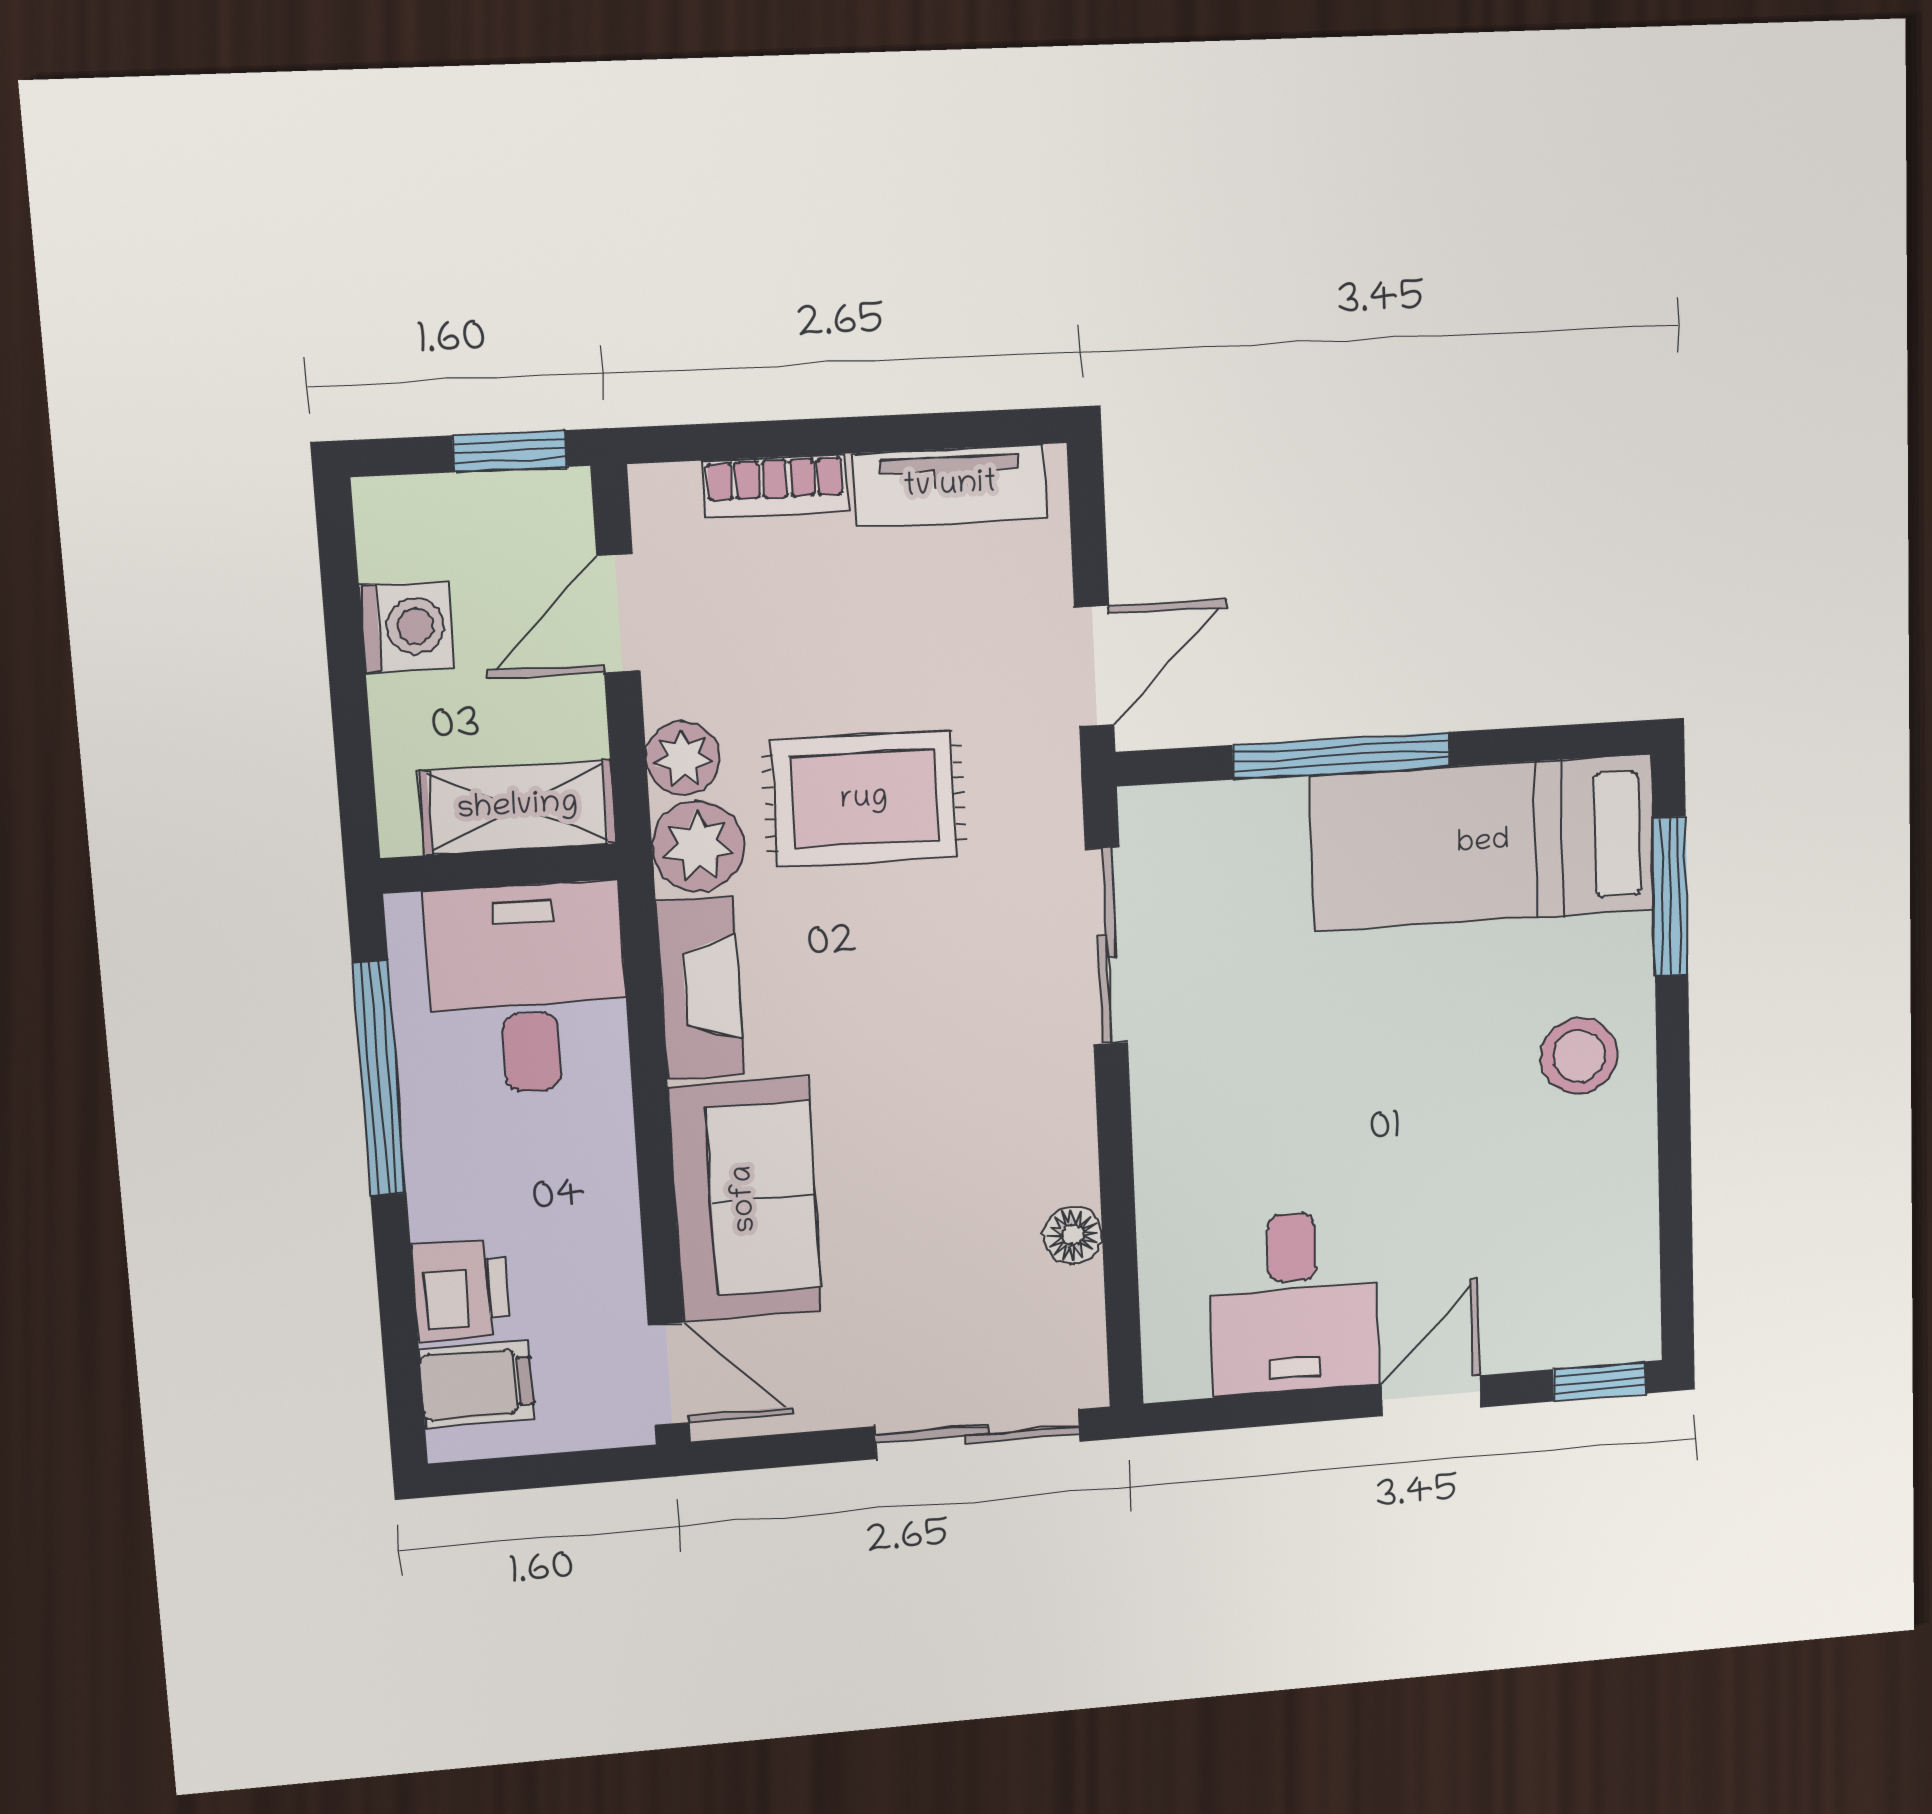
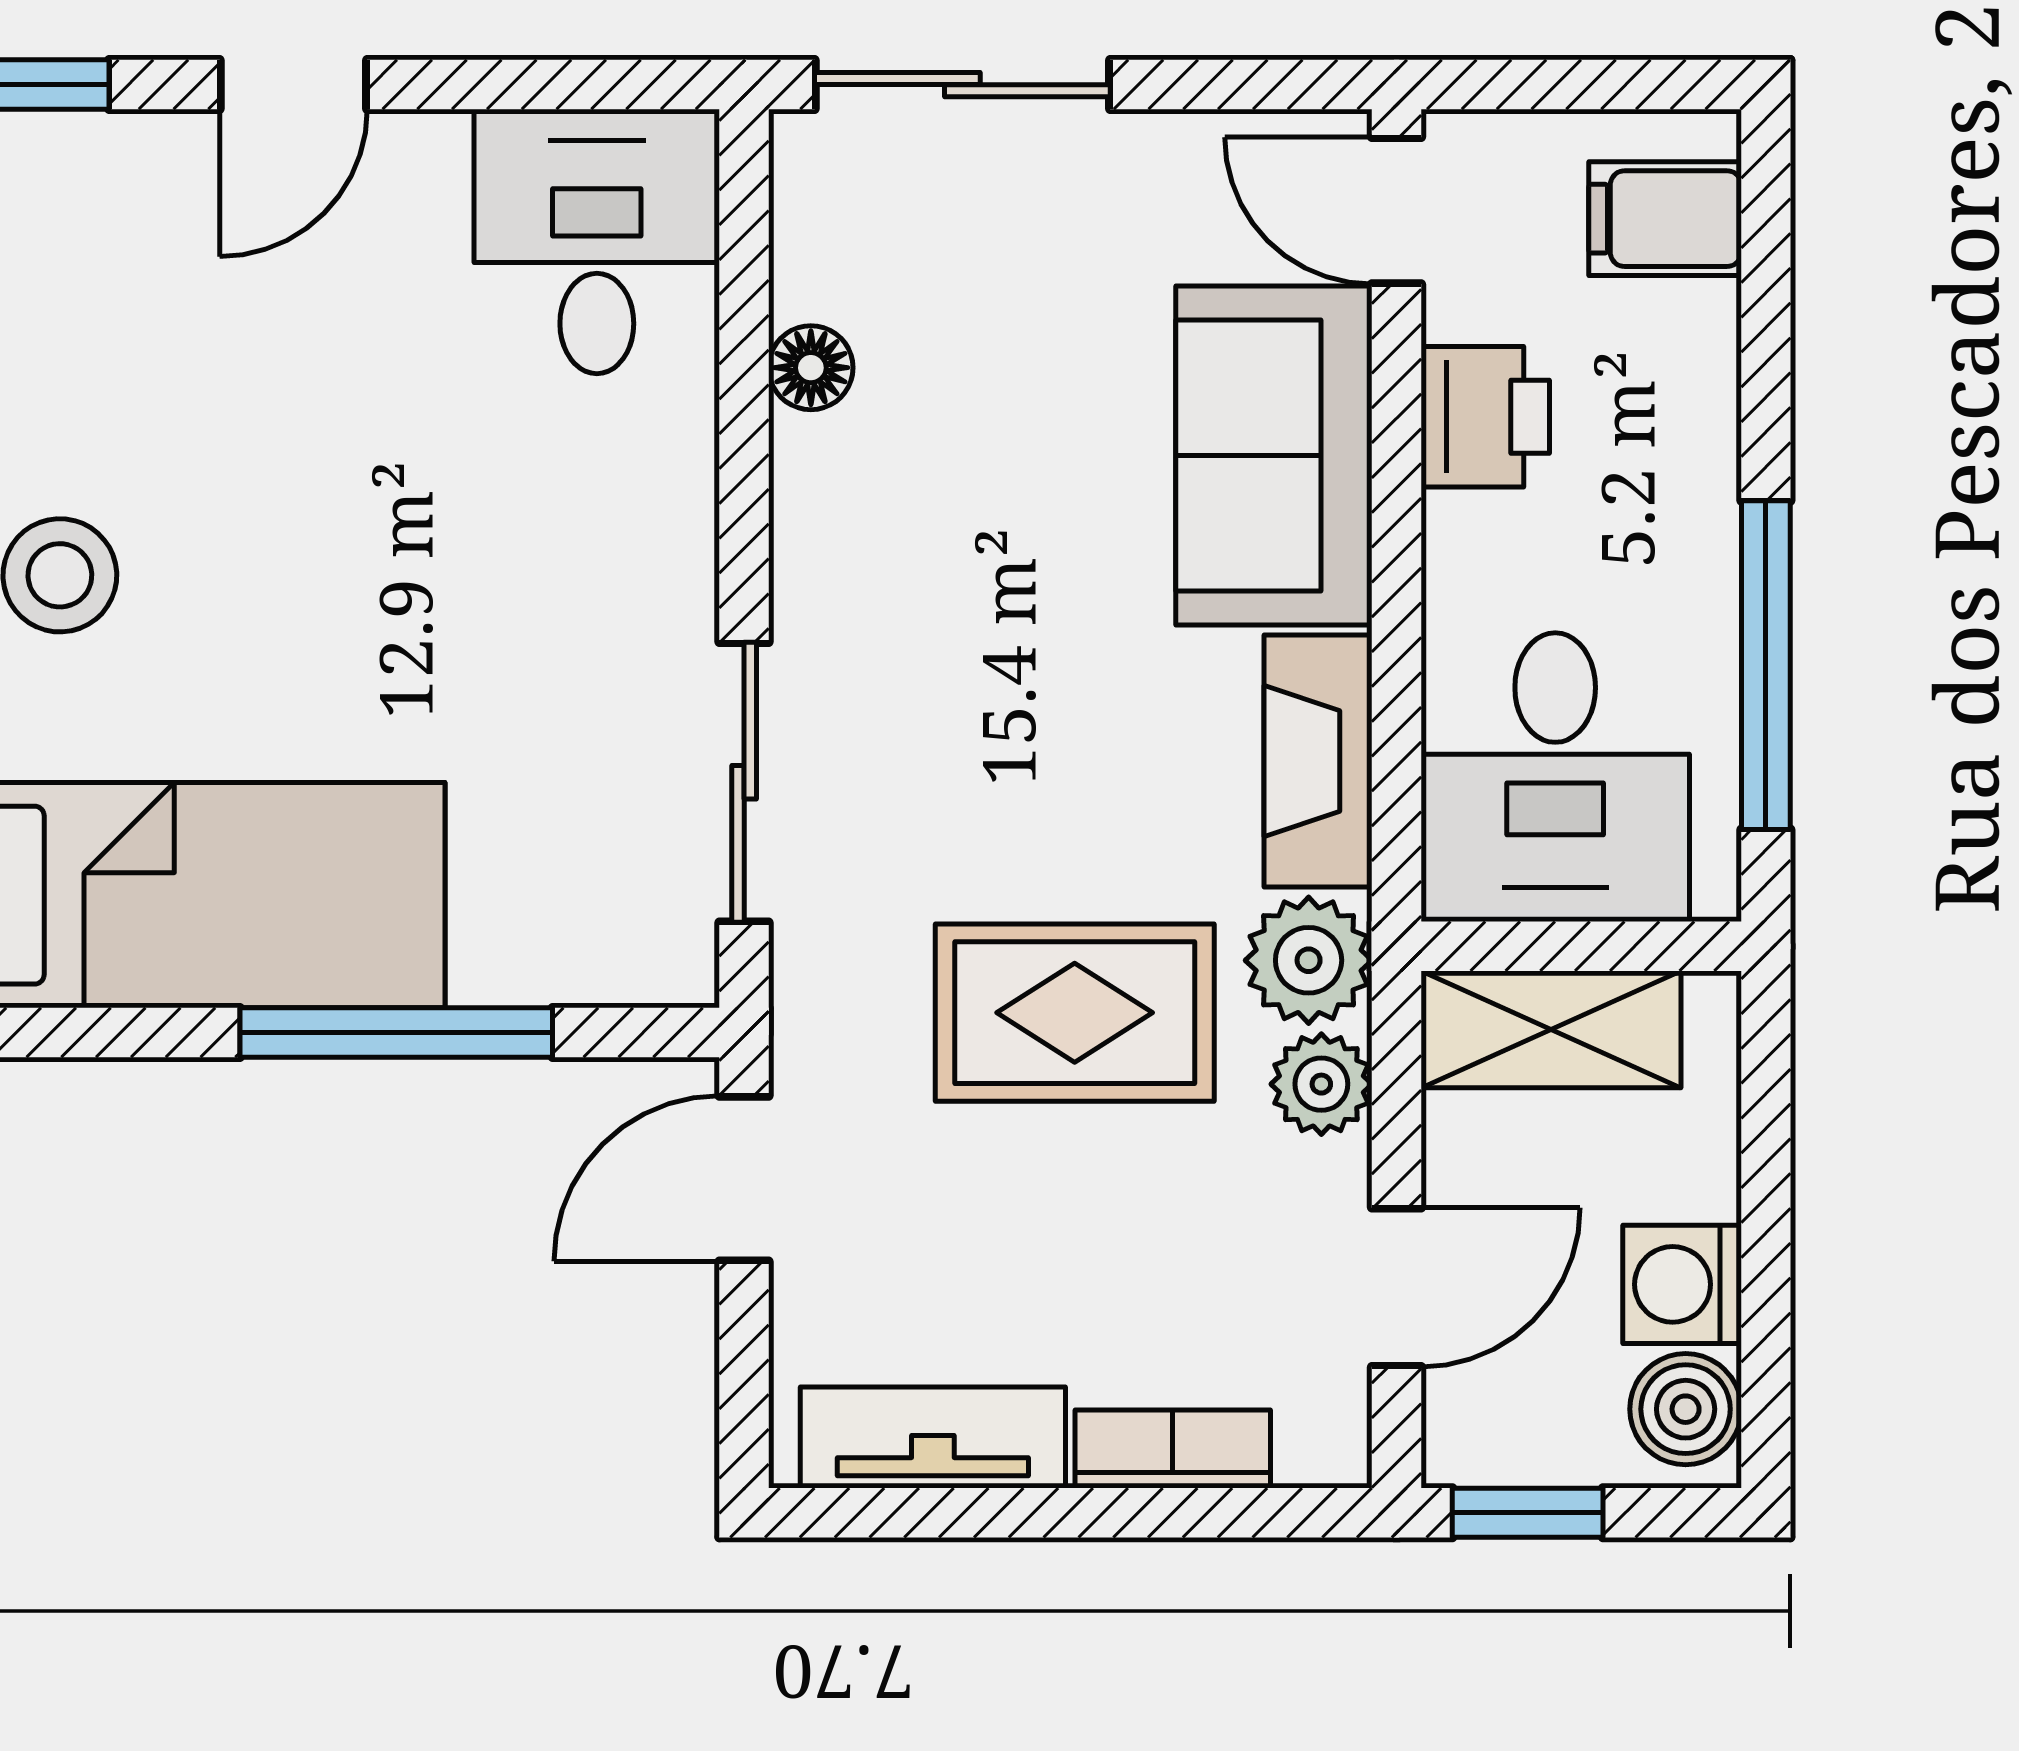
boiler: (397, 534) -> (1686, 1409), added
printer: (461, 1290) -> (1485, 417), moved, turned 180
desk: (1293, 1303) -> (597, 241), moved

